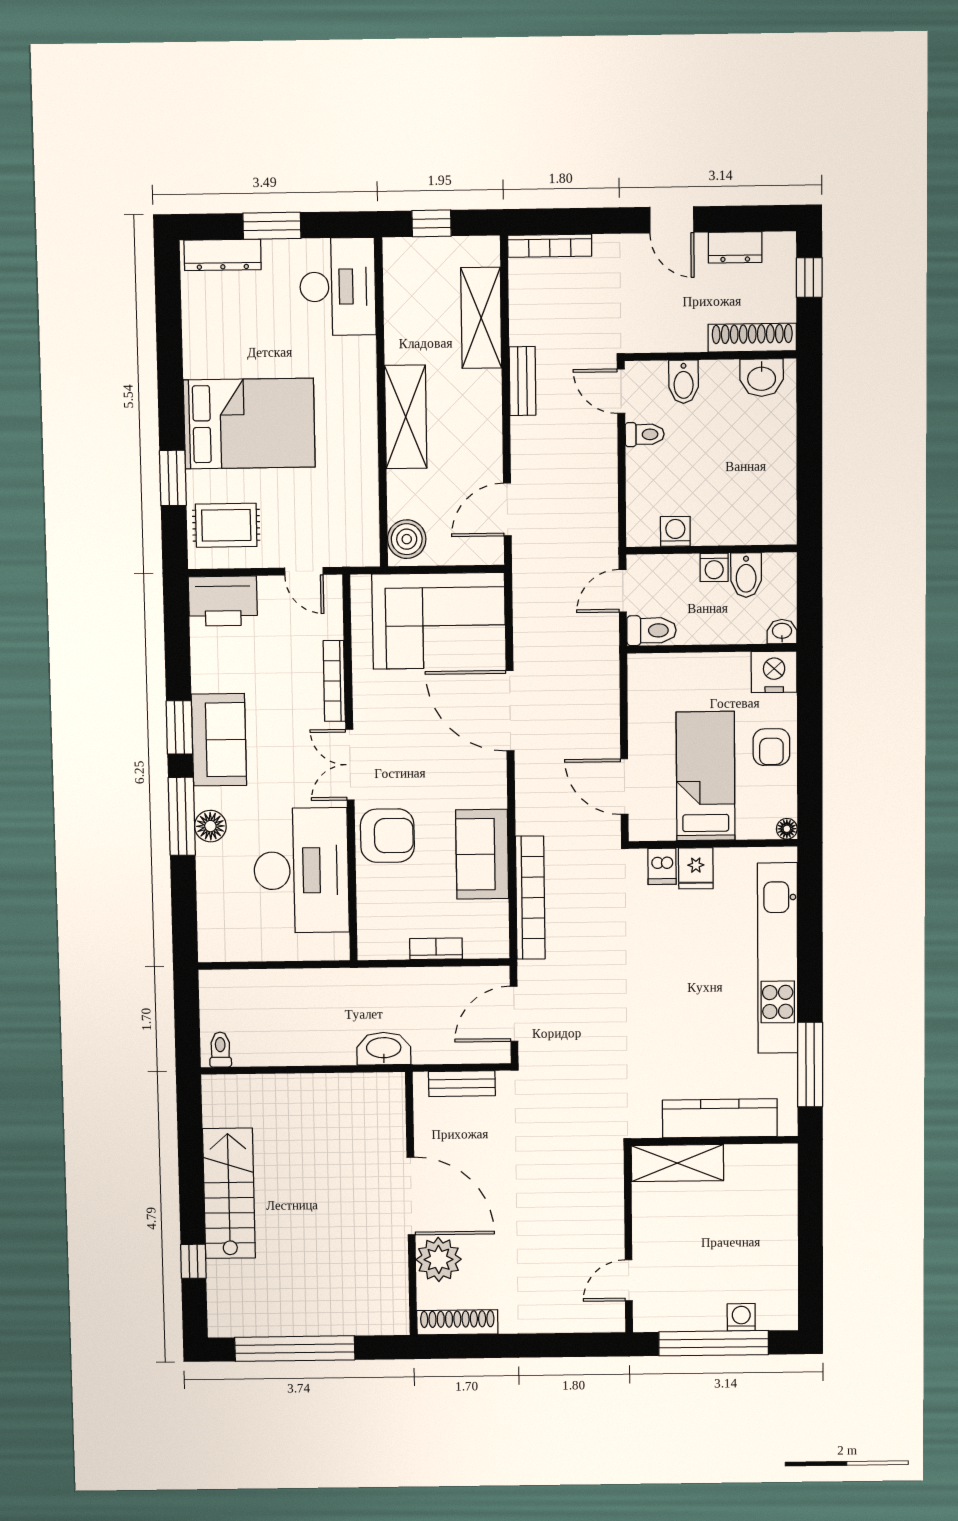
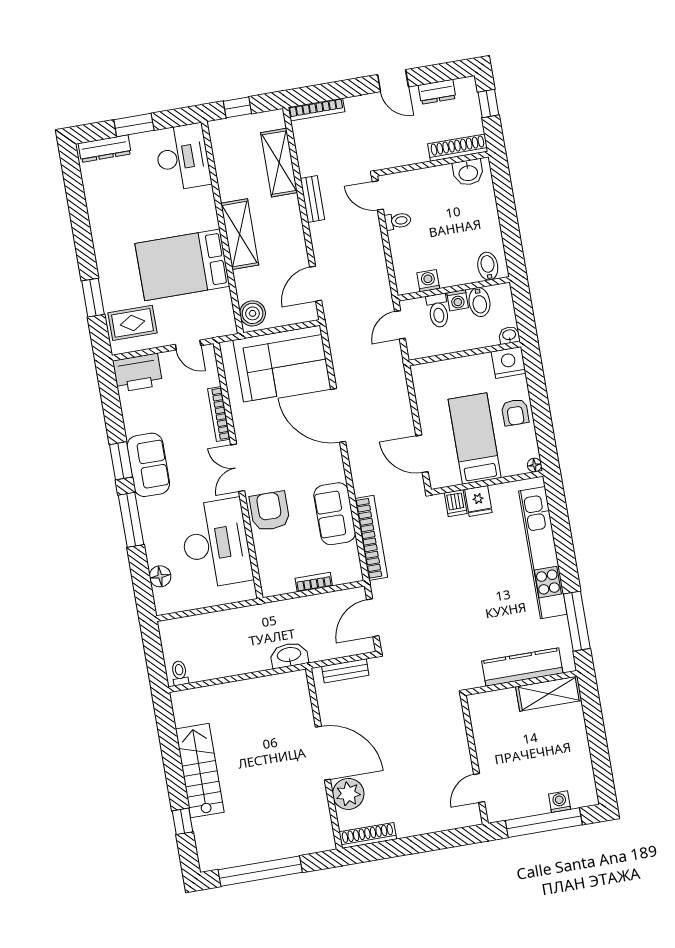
bidet: (684, 382) -> (488, 266), moved, turned 180
bed: (249, 424) -> (182, 265), moved, turned 180
toilet: (651, 630) -> (438, 311), moved, turned 90
floor lamp: (210, 826) -> (160, 576), moved
armchair: (387, 836) -> (270, 511), turned -90
shelving: (677, 1163) -> (549, 694), moved

